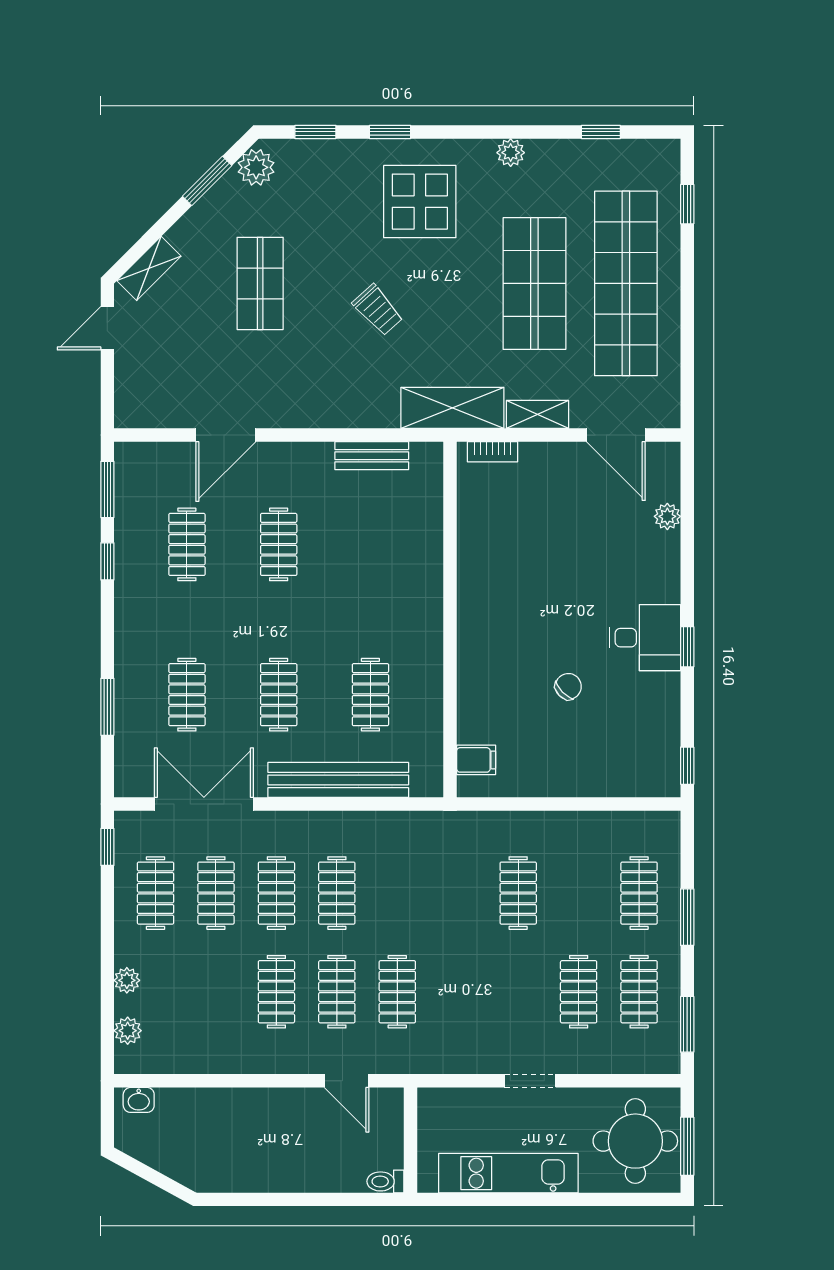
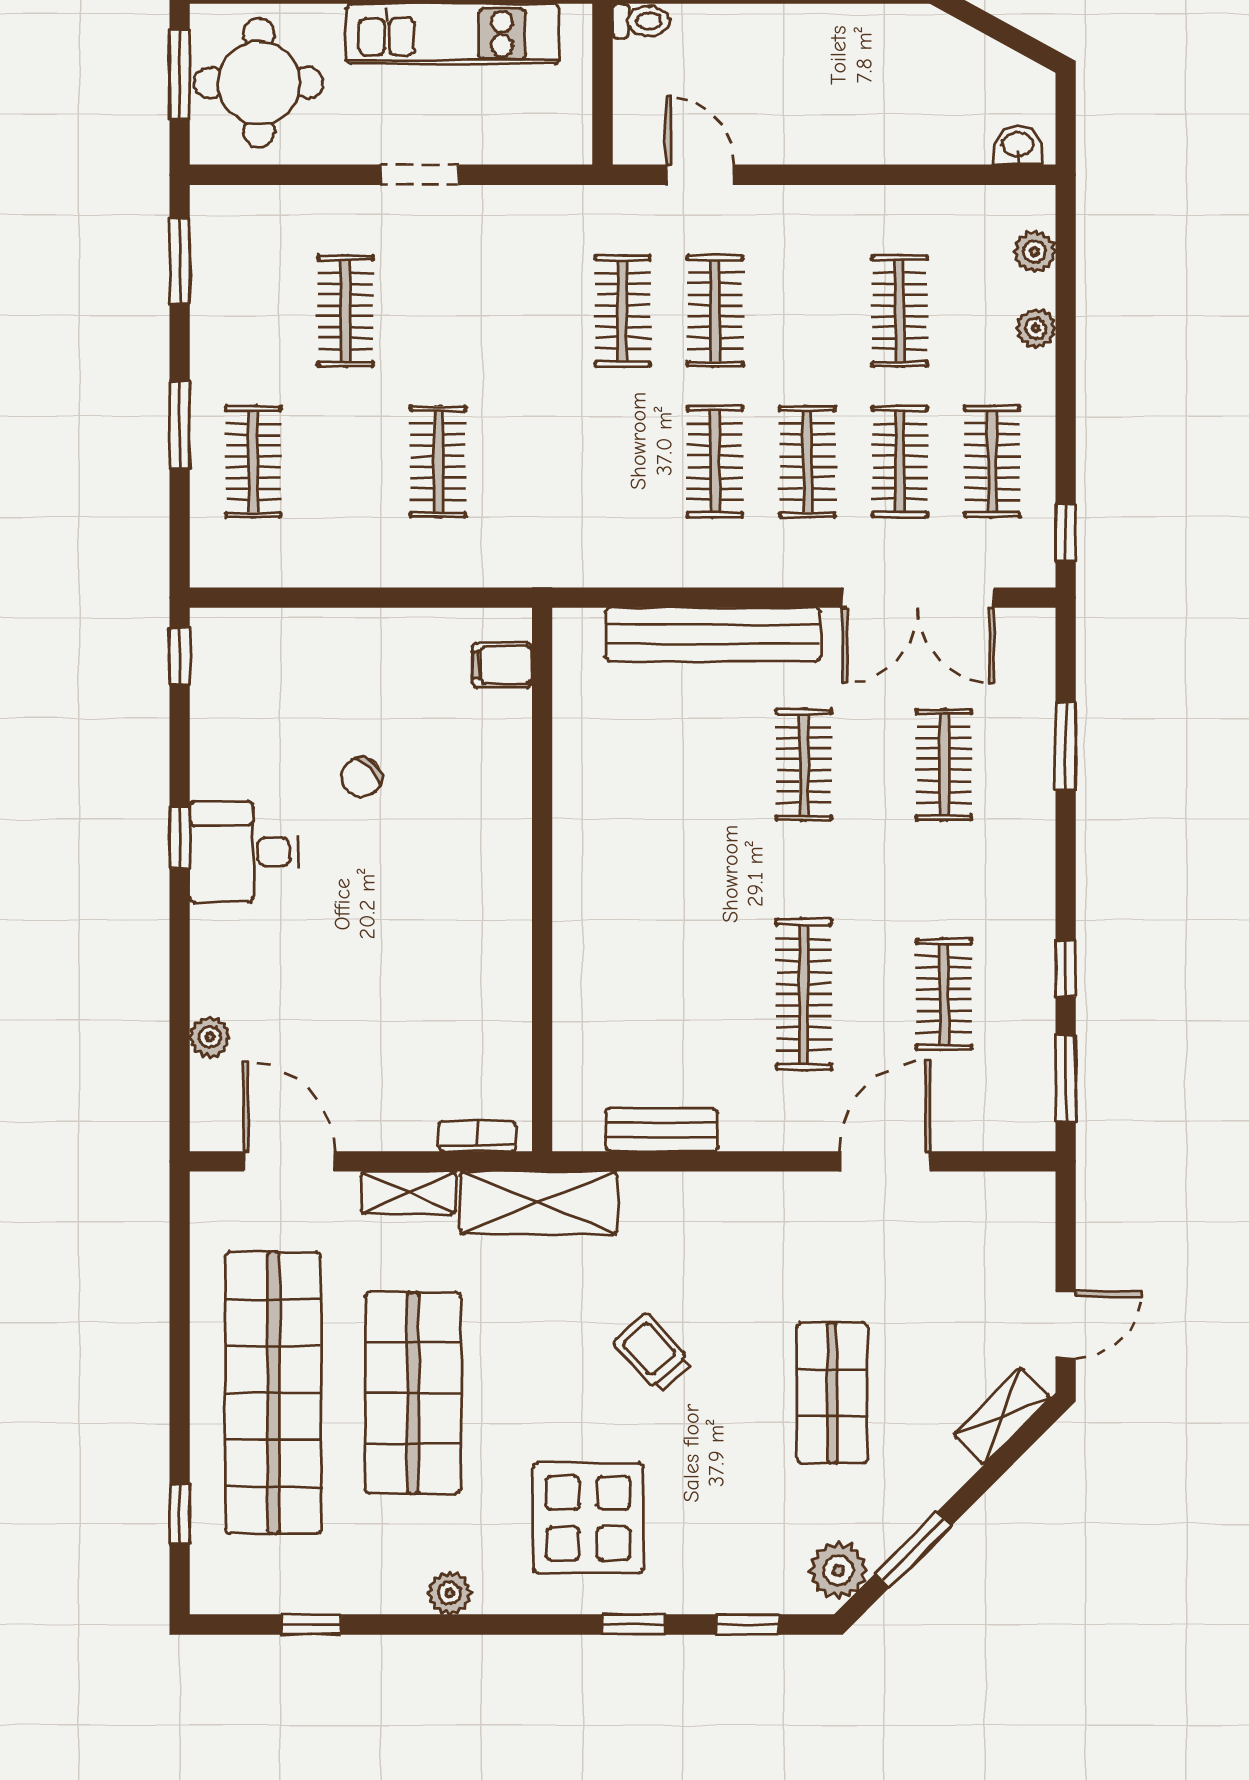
clothes rail: (279, 544) -> (804, 994), width x1.36
clothes rail: (370, 695) -> (664, 765), removed
clothes rail: (276, 992) -> (900, 311), moved
clothes rail: (639, 992) -> (253, 311), removed

